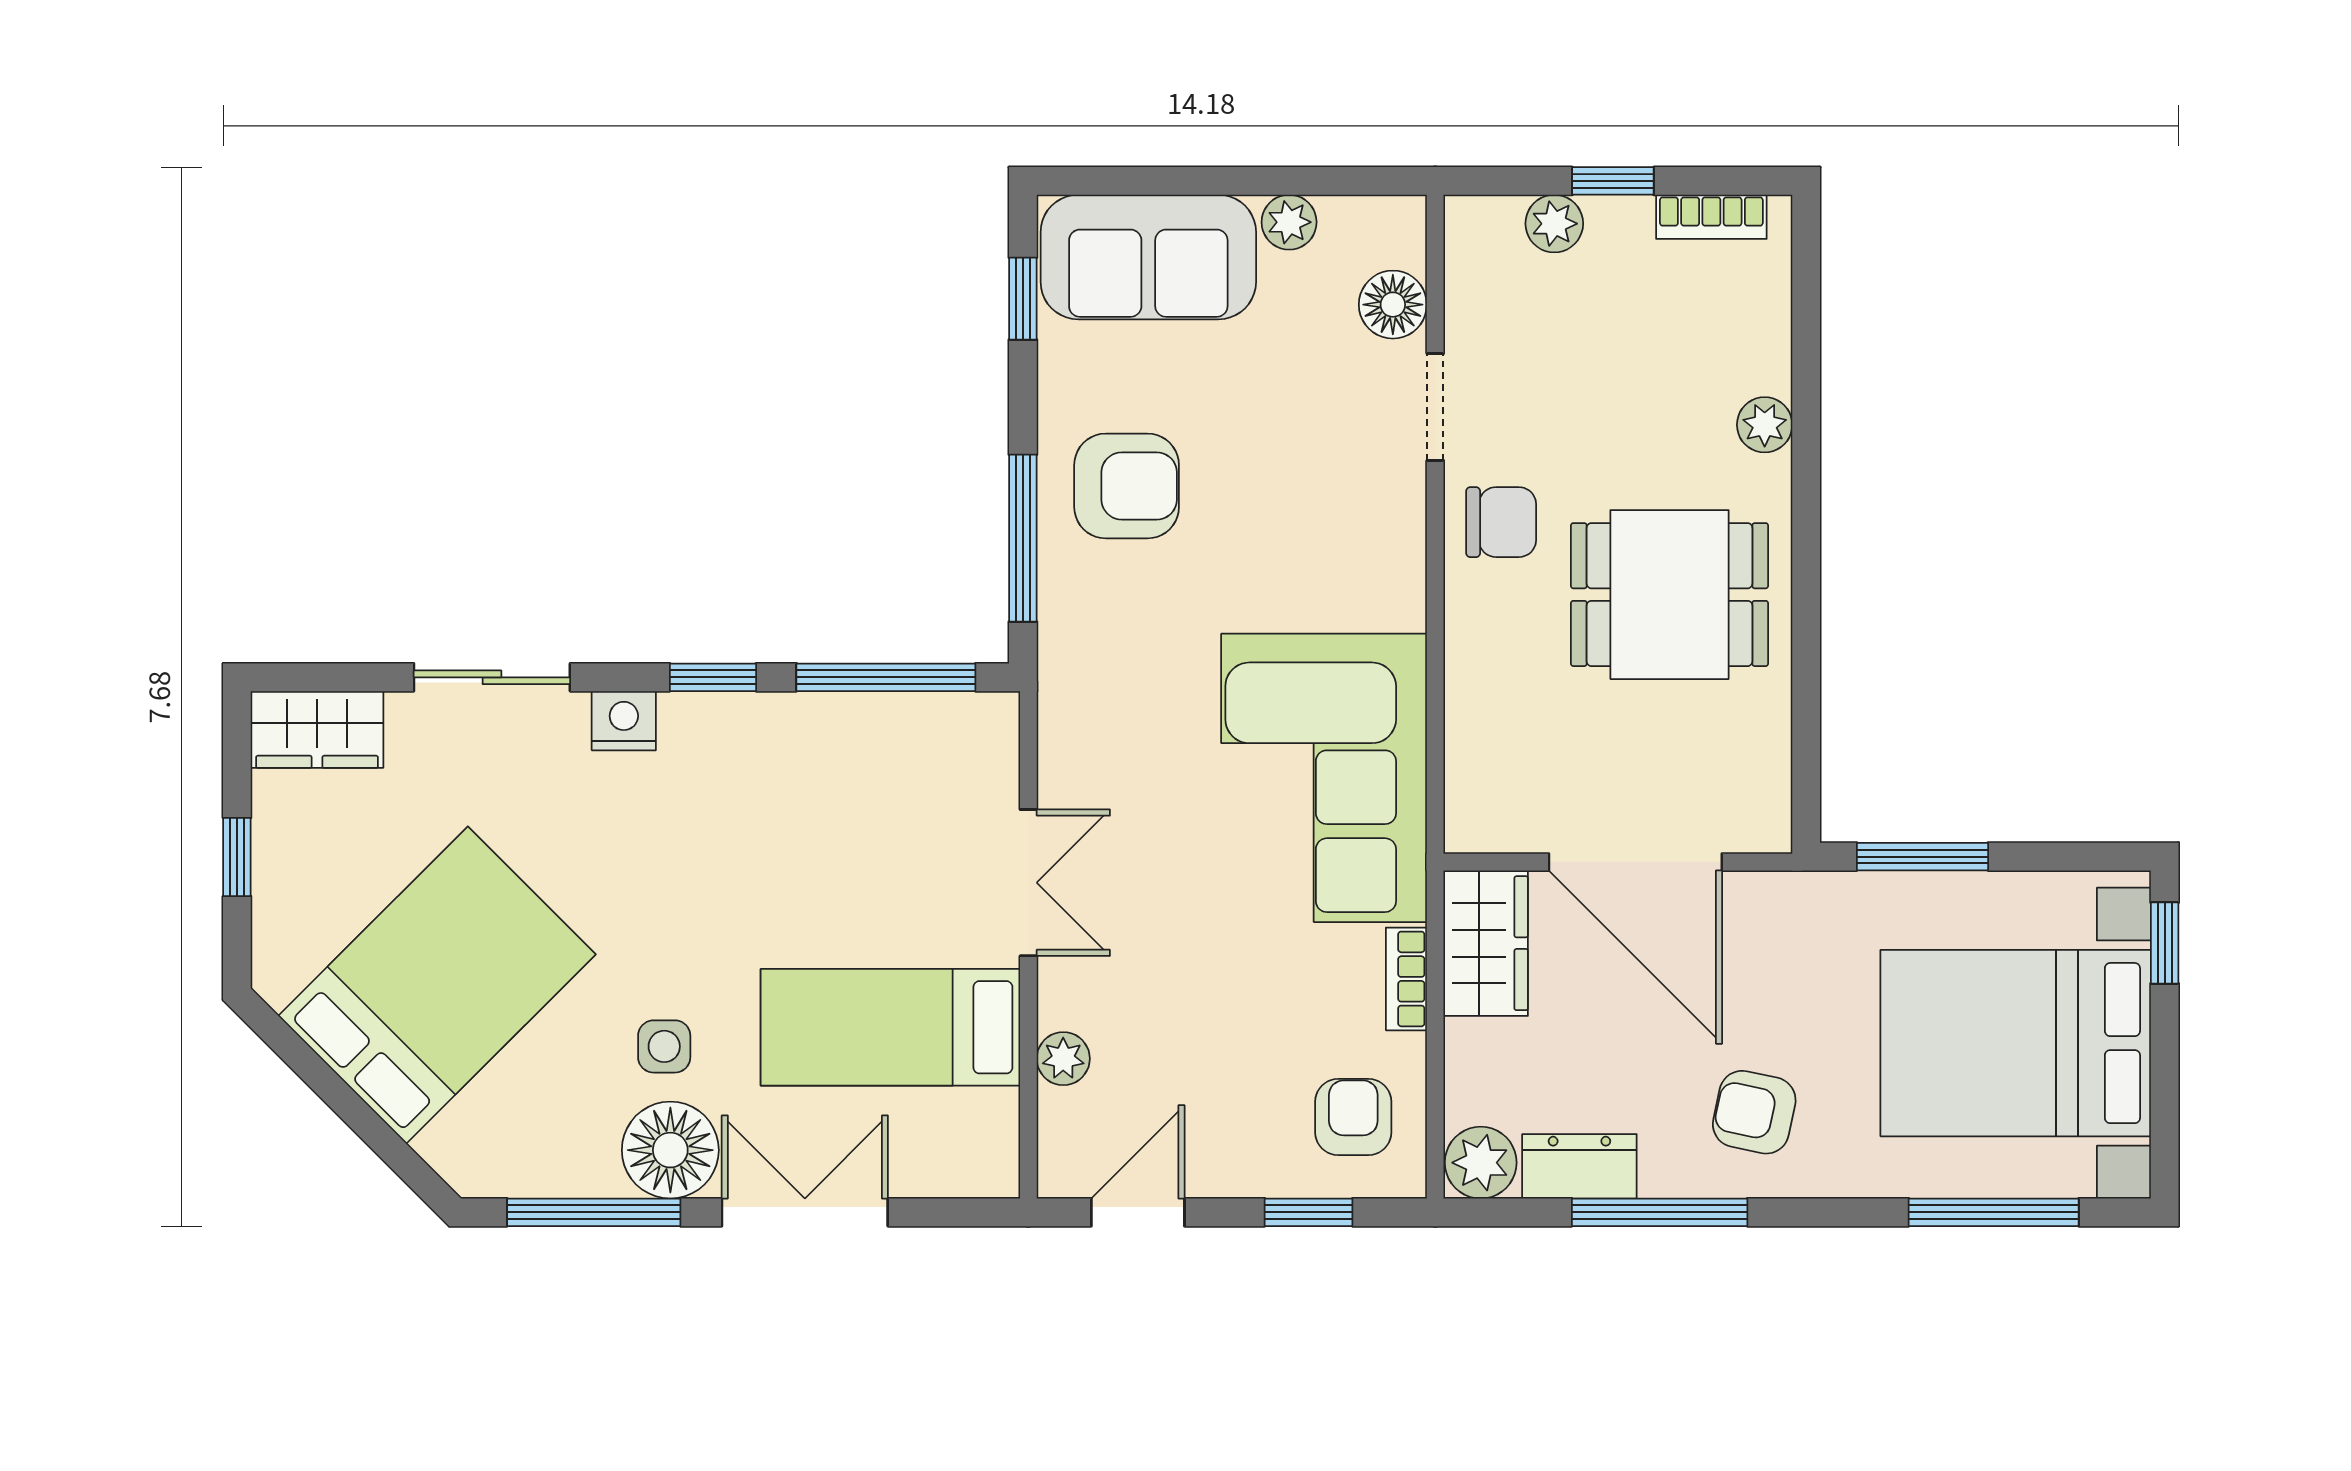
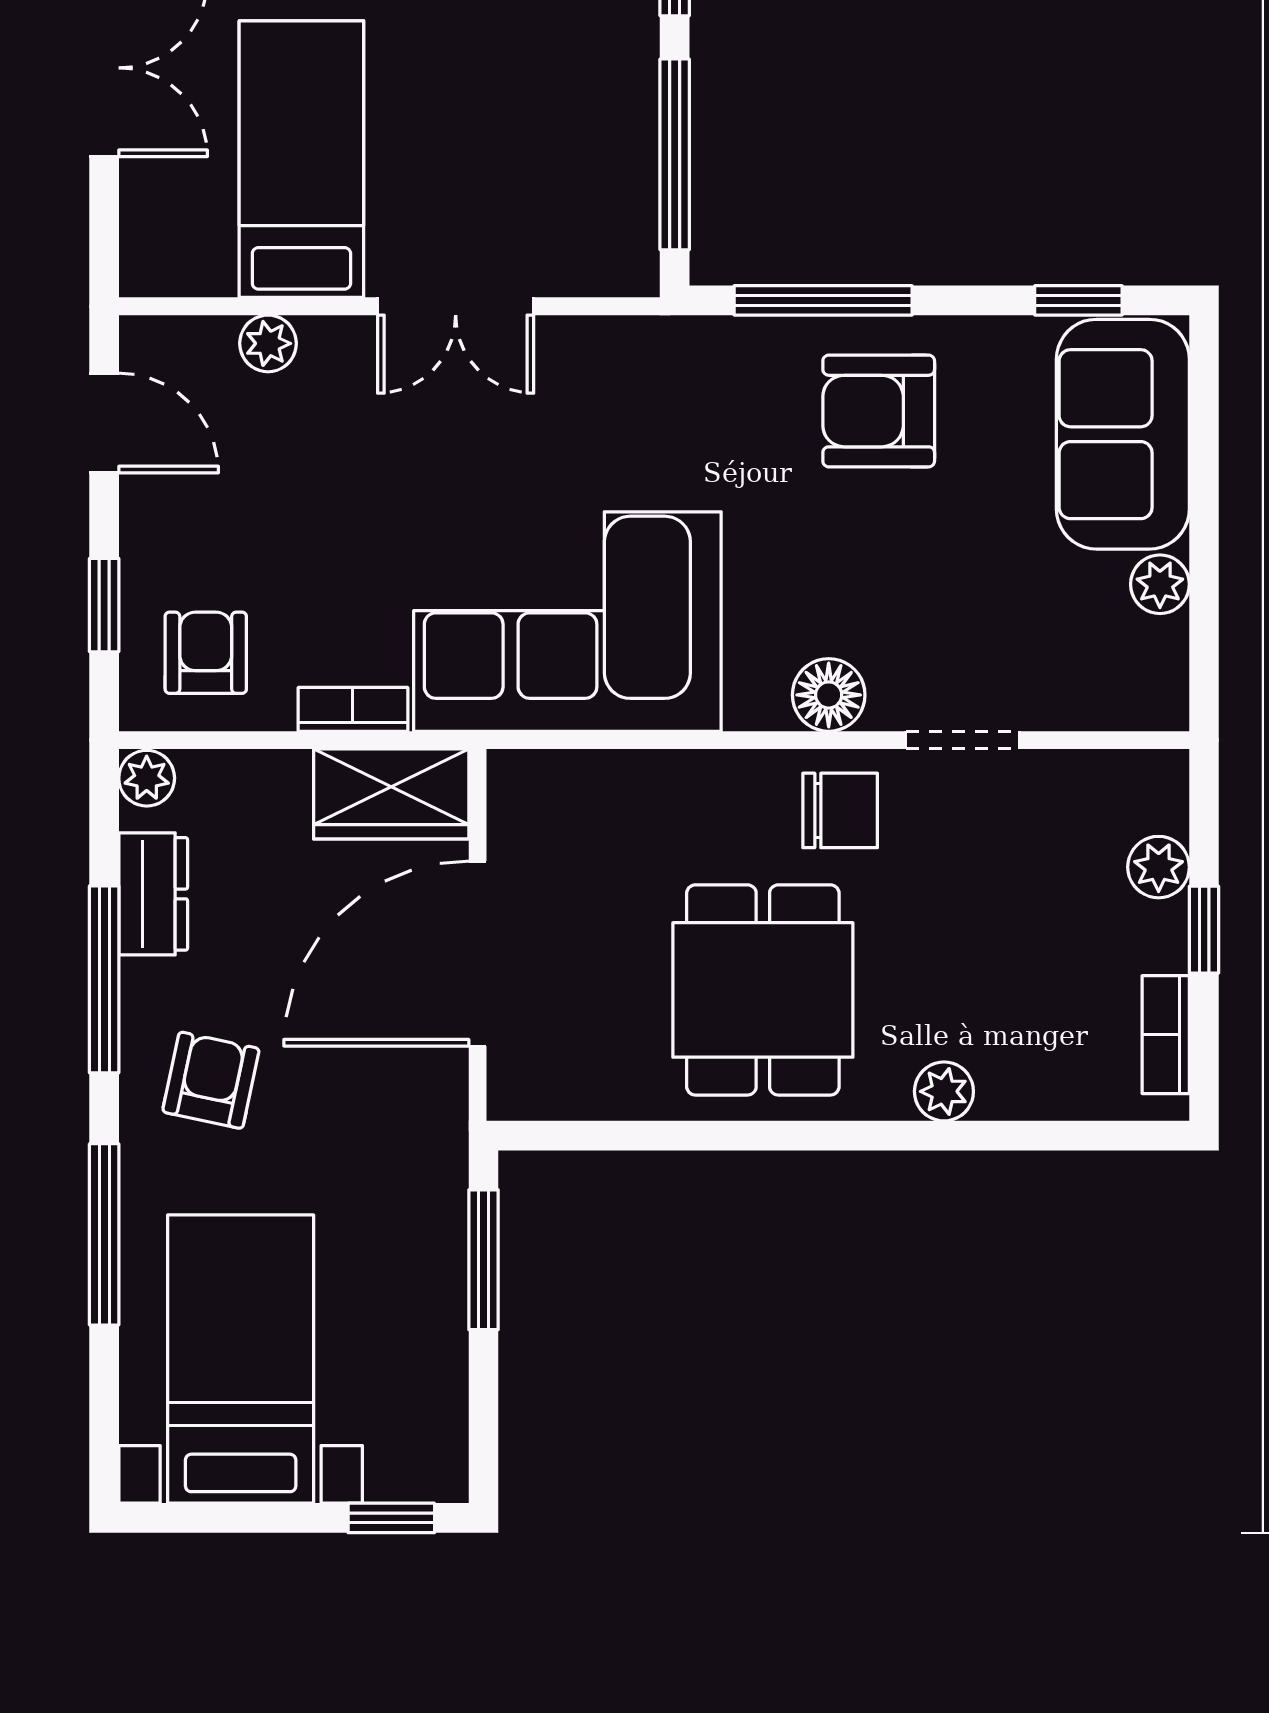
floor lamp: (1393, 305) -> (829, 695), moved
armchair: (1127, 486) -> (879, 411), turned 90
chair: (1501, 522) -> (840, 810), turned -90
bed with nightstands: (2016, 1043) -> (241, 1359), width x0.73
armchair: (1353, 1117) -> (206, 653), turned -90
plant: (1481, 1163) -> (147, 778), width x0.73, depth x0.73
window: (1994, 1212) -> (104, 1234), moved

